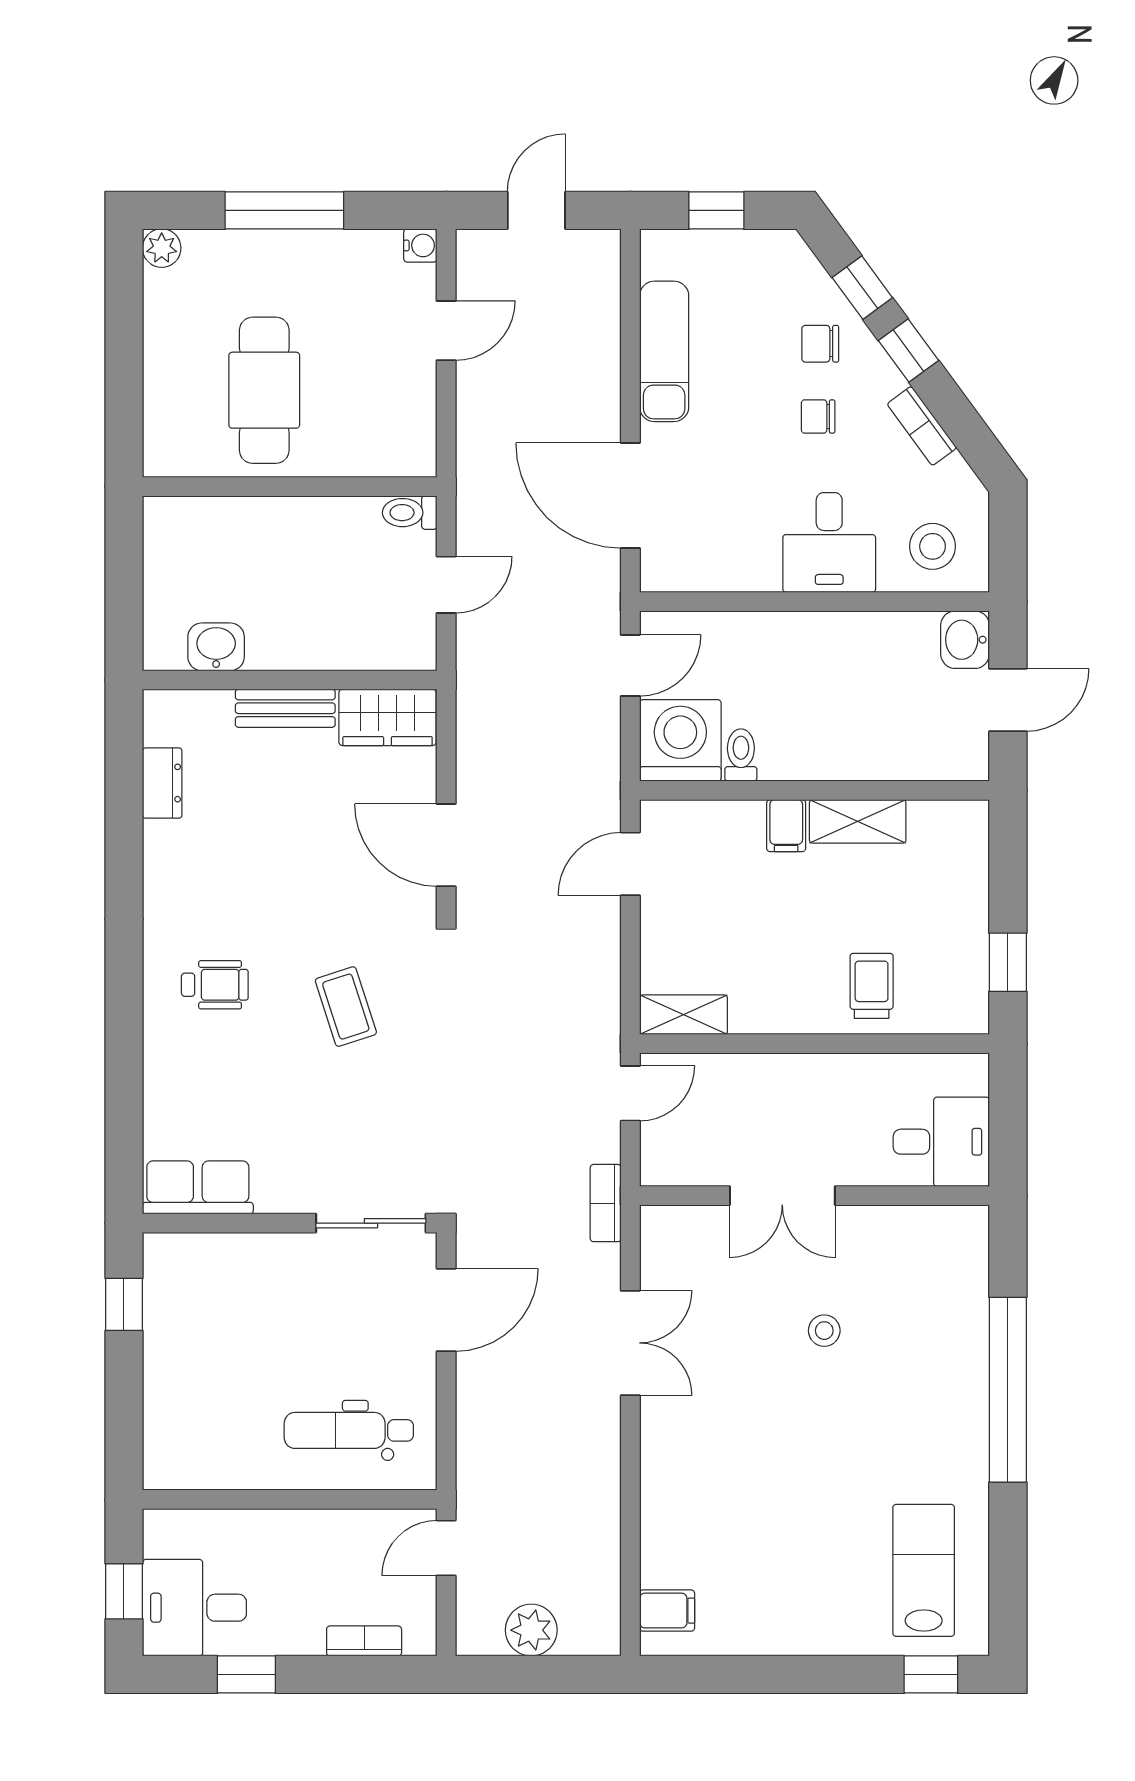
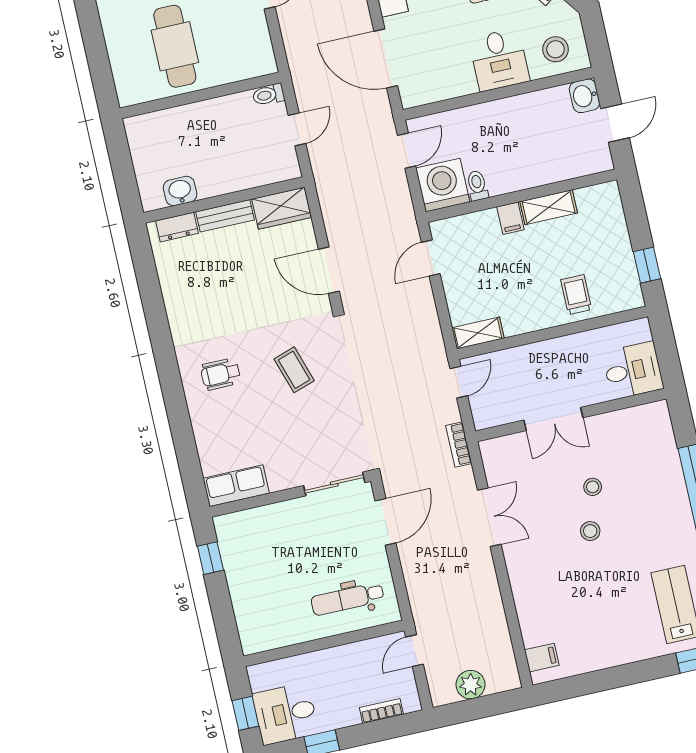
dresser: (162, 783) -> (177, 227), moved, turned 90
wheelchair: (215, 985) -> (221, 374), turned 180
stool: (803, 1407) -> (590, 531), added

